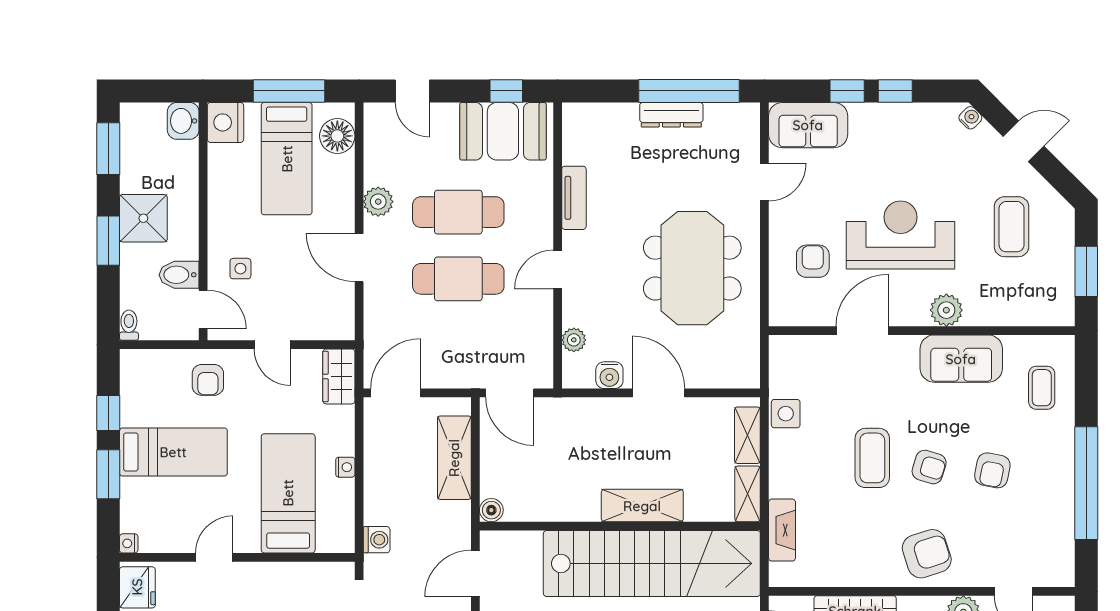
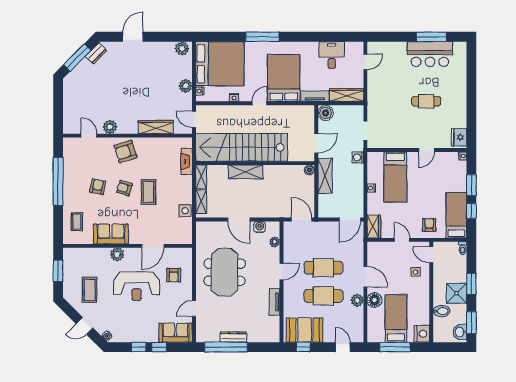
washbasin: (183, 121) -> (460, 332), moved, turned 180
floor lamp: (337, 136) -> (375, 300), moved
bidet: (179, 275) -> (441, 311), moved
bed: (173, 452) -> (456, 215), moved, turned 90
shelving: (454, 458) -> (325, 176), moved

